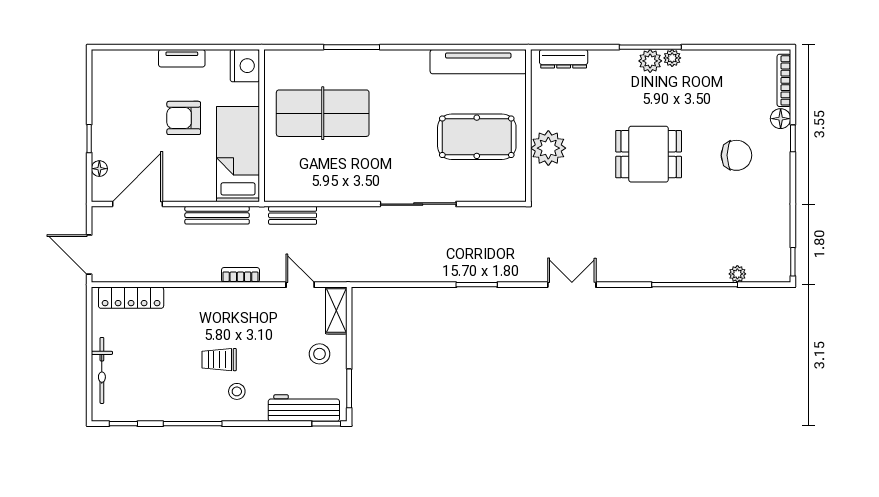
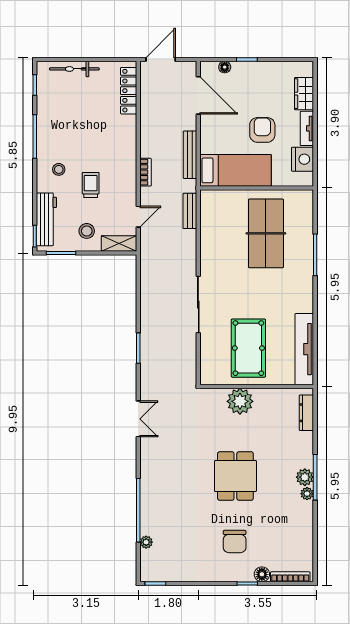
wardrobe: (135, 62) -> (304, 94), added
nightstand: (245, 66) -> (303, 159), moved, turned -90
trolley: (219, 360) -> (91, 185), moved

